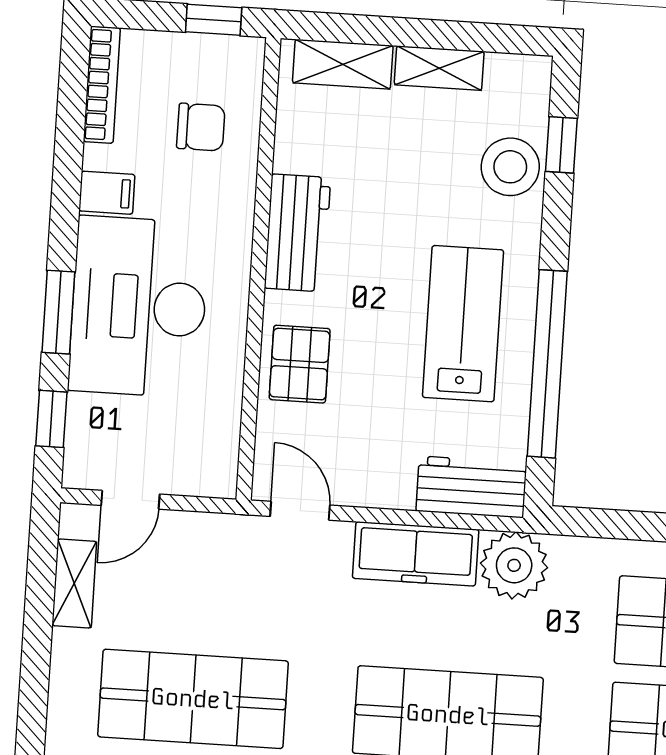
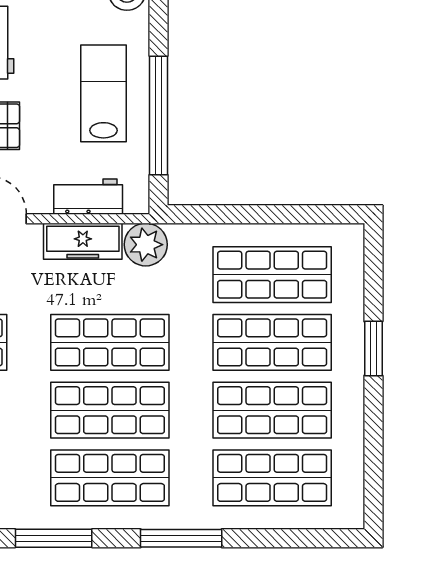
workbench: (471, 487) -> (88, 197), moved

